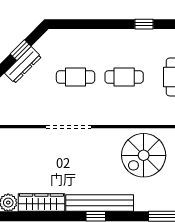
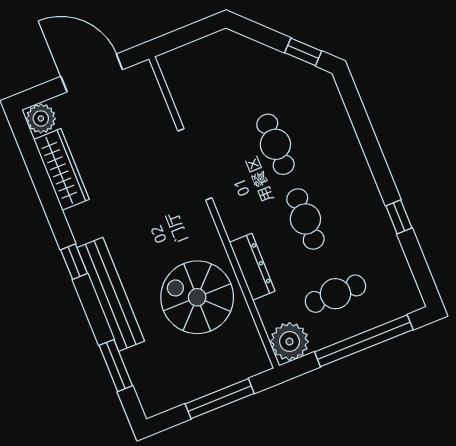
window: (21, 50) -> (303, 52), moved
dresser: (23, 65) -> (252, 267), moved, turned -135
bench: (100, 203) -> (111, 294), moved

